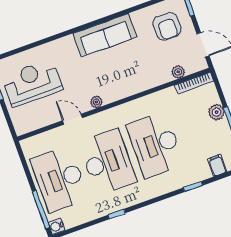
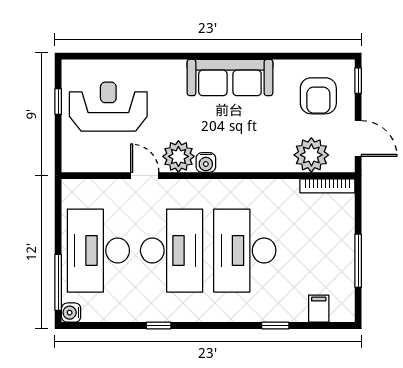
plant: (178, 72) -> (311, 155), width x1.87, depth x1.87
water cooler: (109, 96) -> (206, 162), added
plant: (96, 102) -> (178, 156), width x1.87, depth x1.87
plant: (216, 112) -> (344, 236), removed

